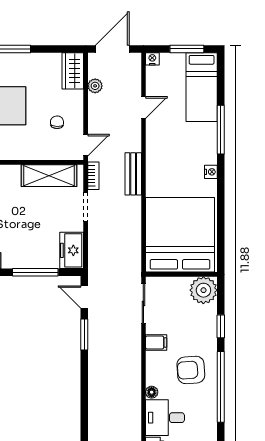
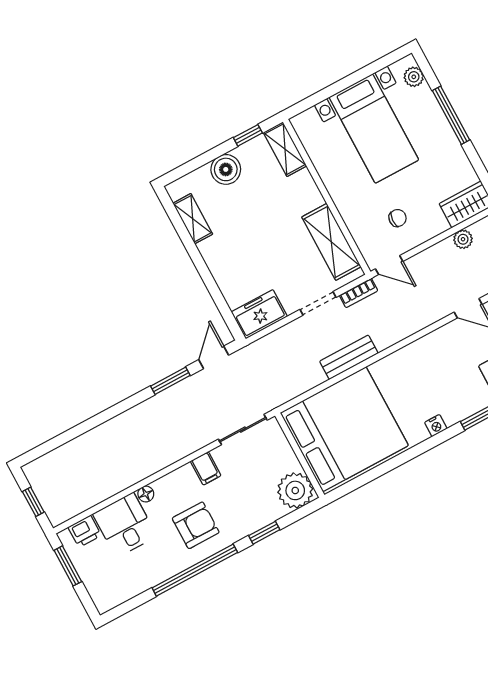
bench: (133, 174) -> (349, 357), moved
window: (35, 272) -> (212, 286), removed
armchair: (191, 370) -> (196, 525), turned 94

